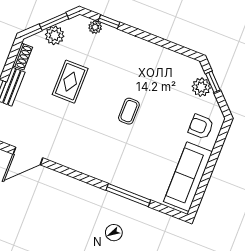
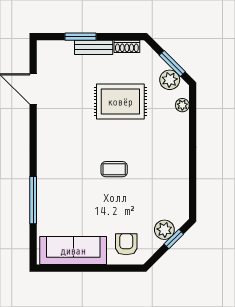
window: (109, 22) -> (193, 117), removed
plant: (55, 35) -> (170, 80), moved
rug: (70, 82) -> (120, 102), width x1.36, depth x1.43

